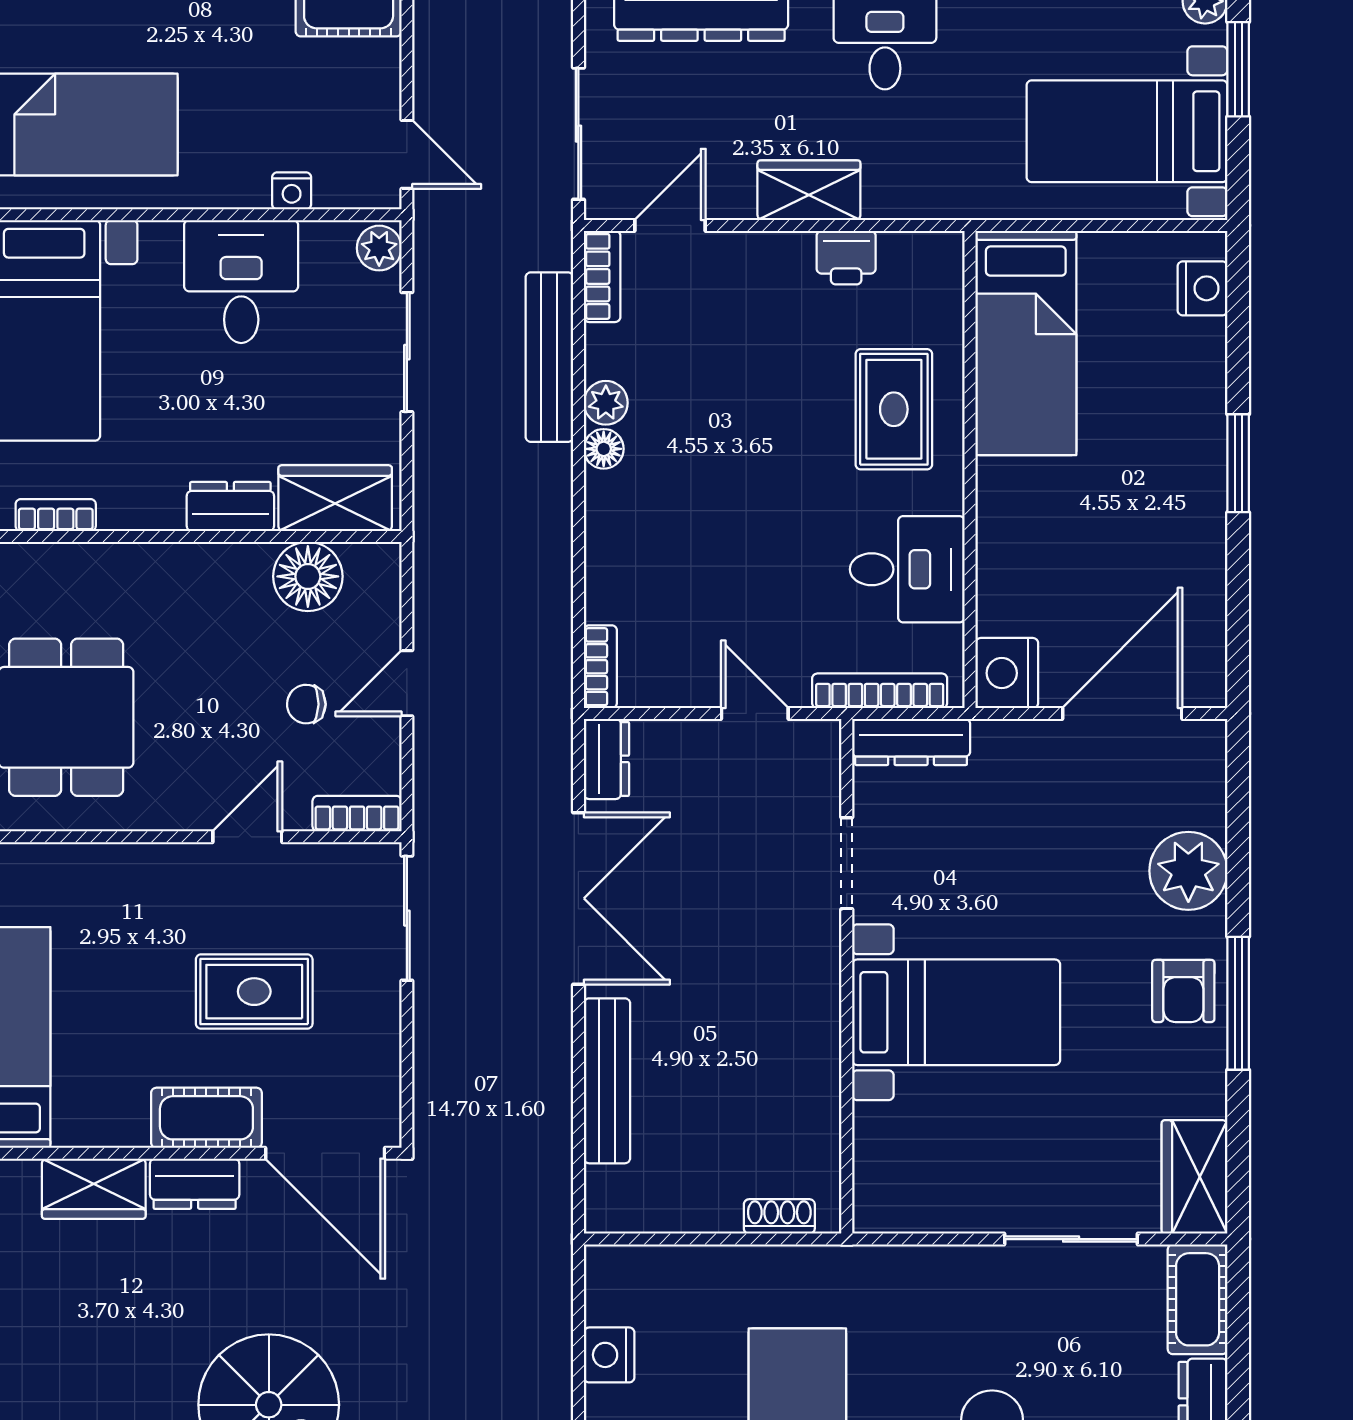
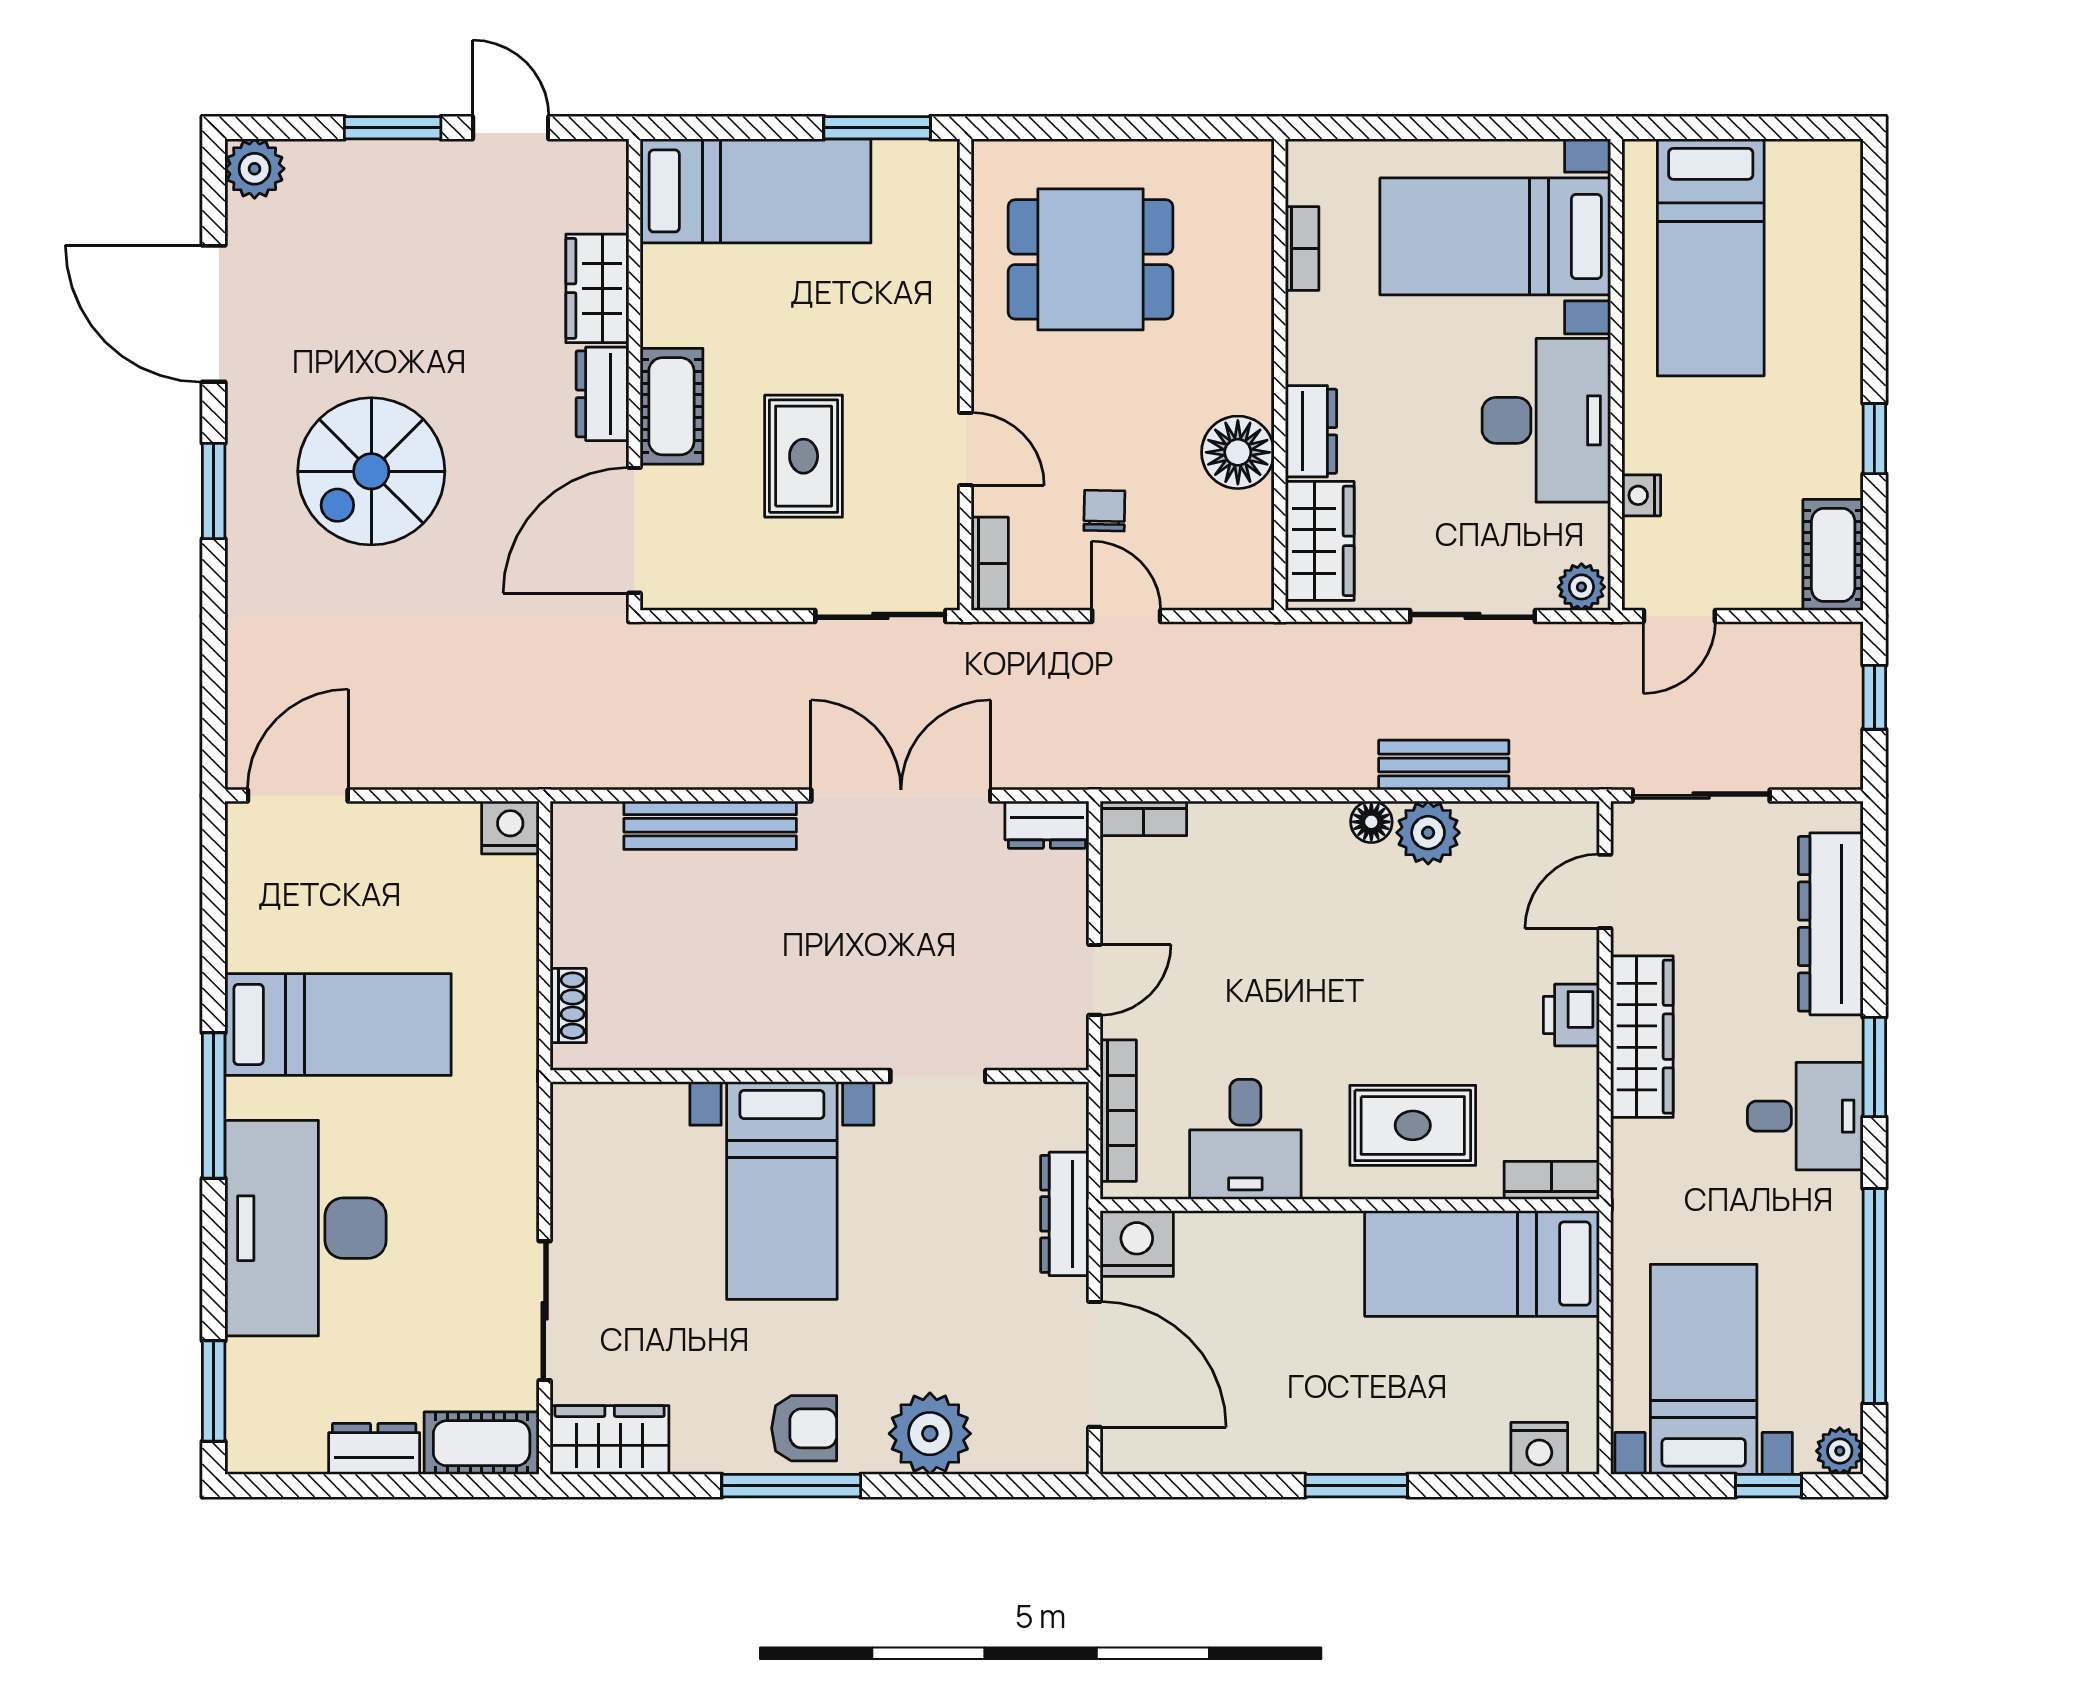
window: (1238, 69) -> (1769, 1486), width x0.67
wardrobe: (809, 190) -> (1642, 1037), width x1.50
door: (670, 225) -> (1605, 891), swing flipped
printer: (846, 258) -> (1571, 1015), moved
bookcase: (602, 276) -> (1552, 1180), moved, turned 180
desk: (241, 282) -> (1546, 420), width x1.37
bench: (549, 357) -> (1444, 765), width x0.73
plant: (606, 403) -> (1428, 833), width x1.38, depth x1.38
floor lamp: (308, 576) -> (1238, 452), moved
dresser: (911, 742) -> (1065, 1214), moved
double door: (578, 898) -> (901, 795), swing flipped
armchair: (1183, 991) -> (804, 1428), turned 180
nightstand: (609, 1355) -> (510, 828), moved

